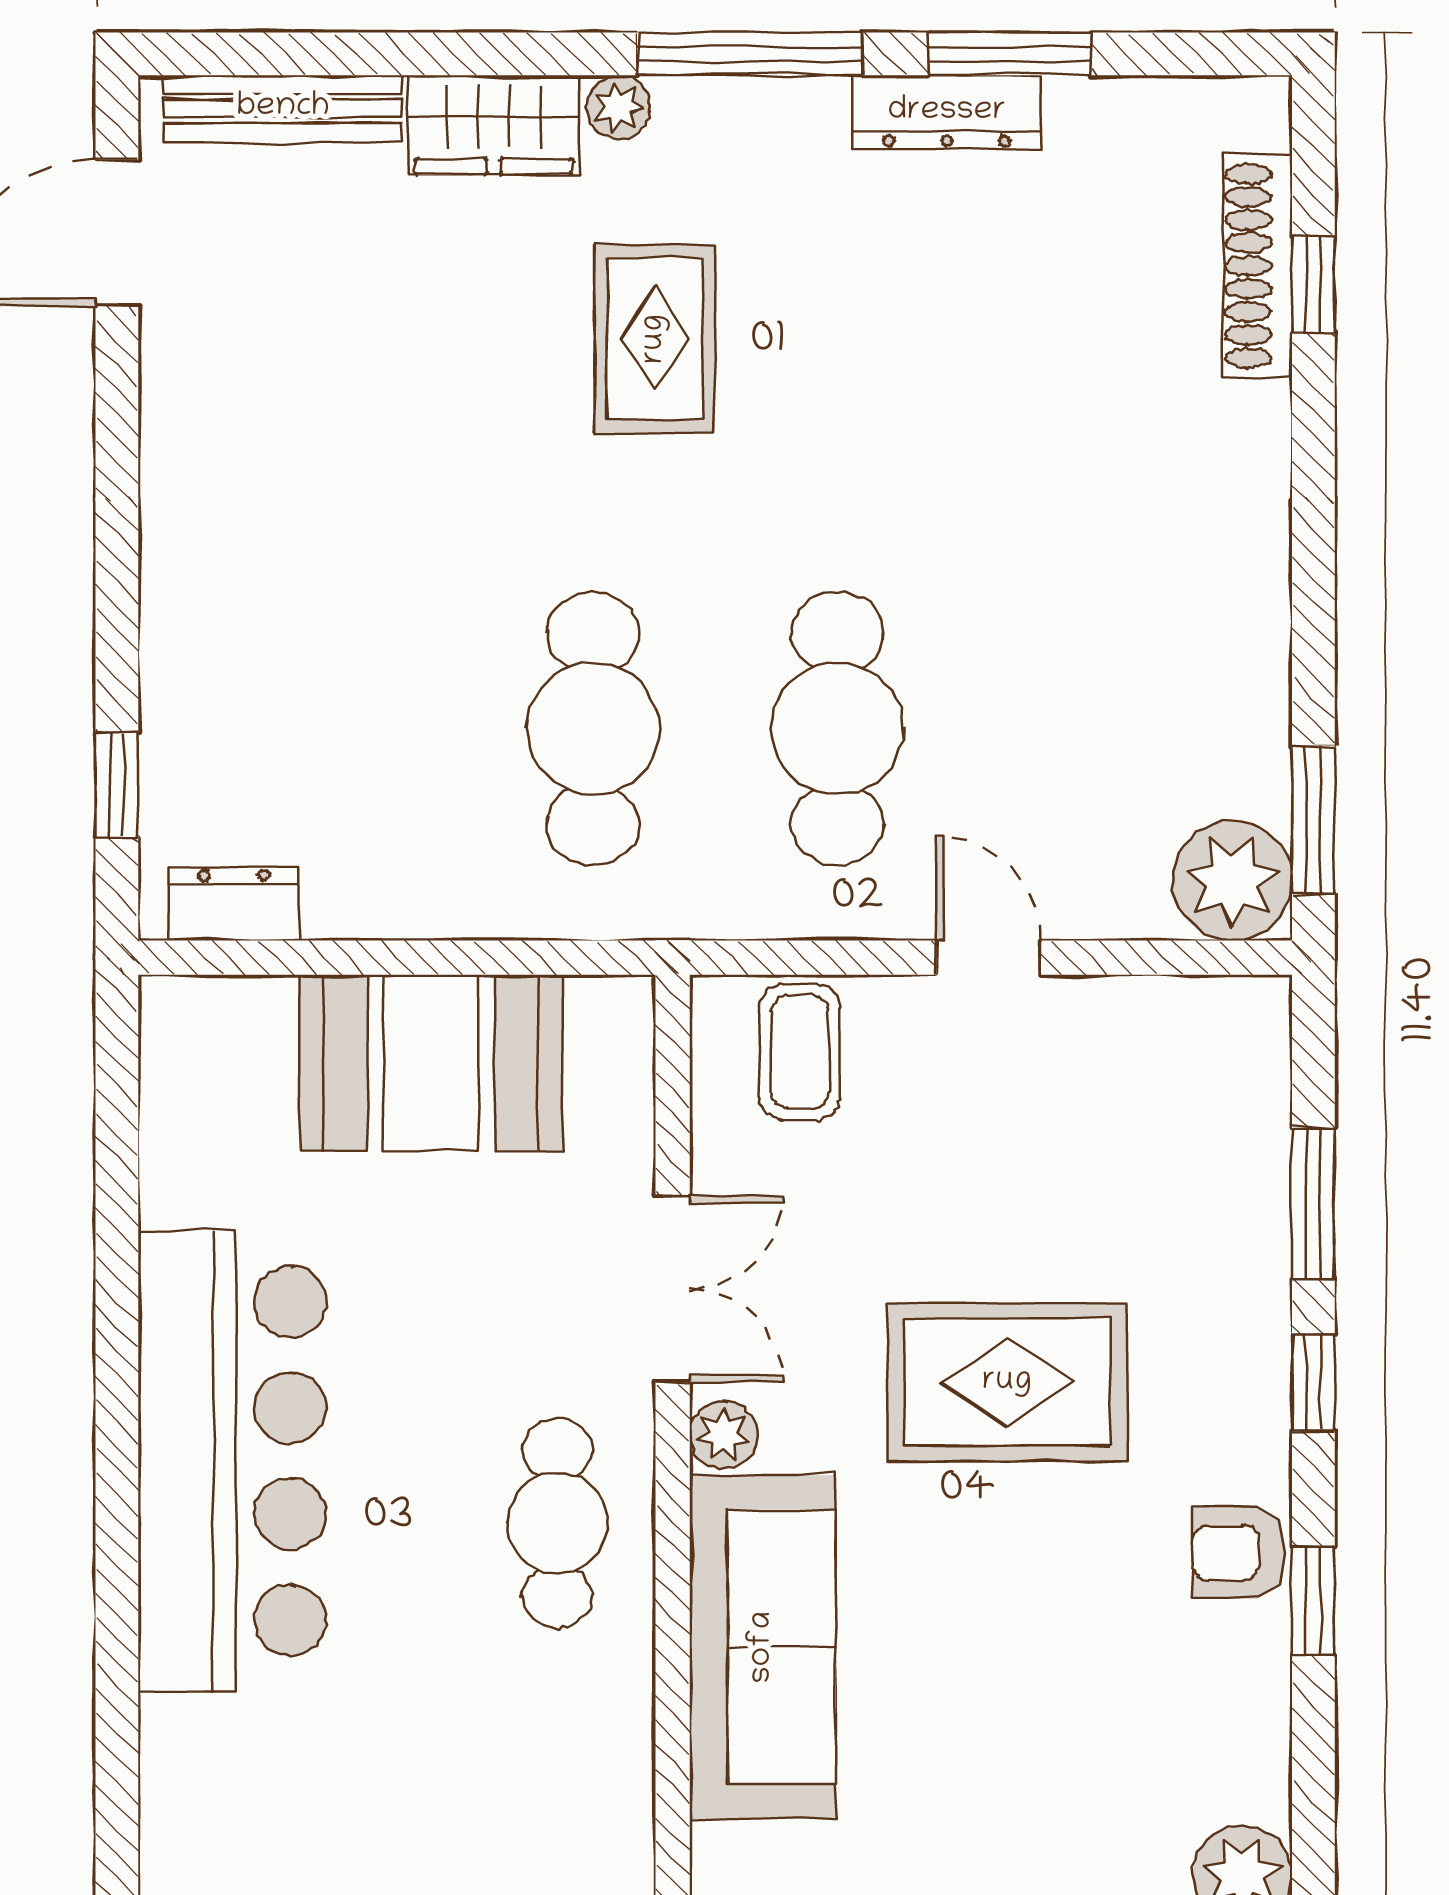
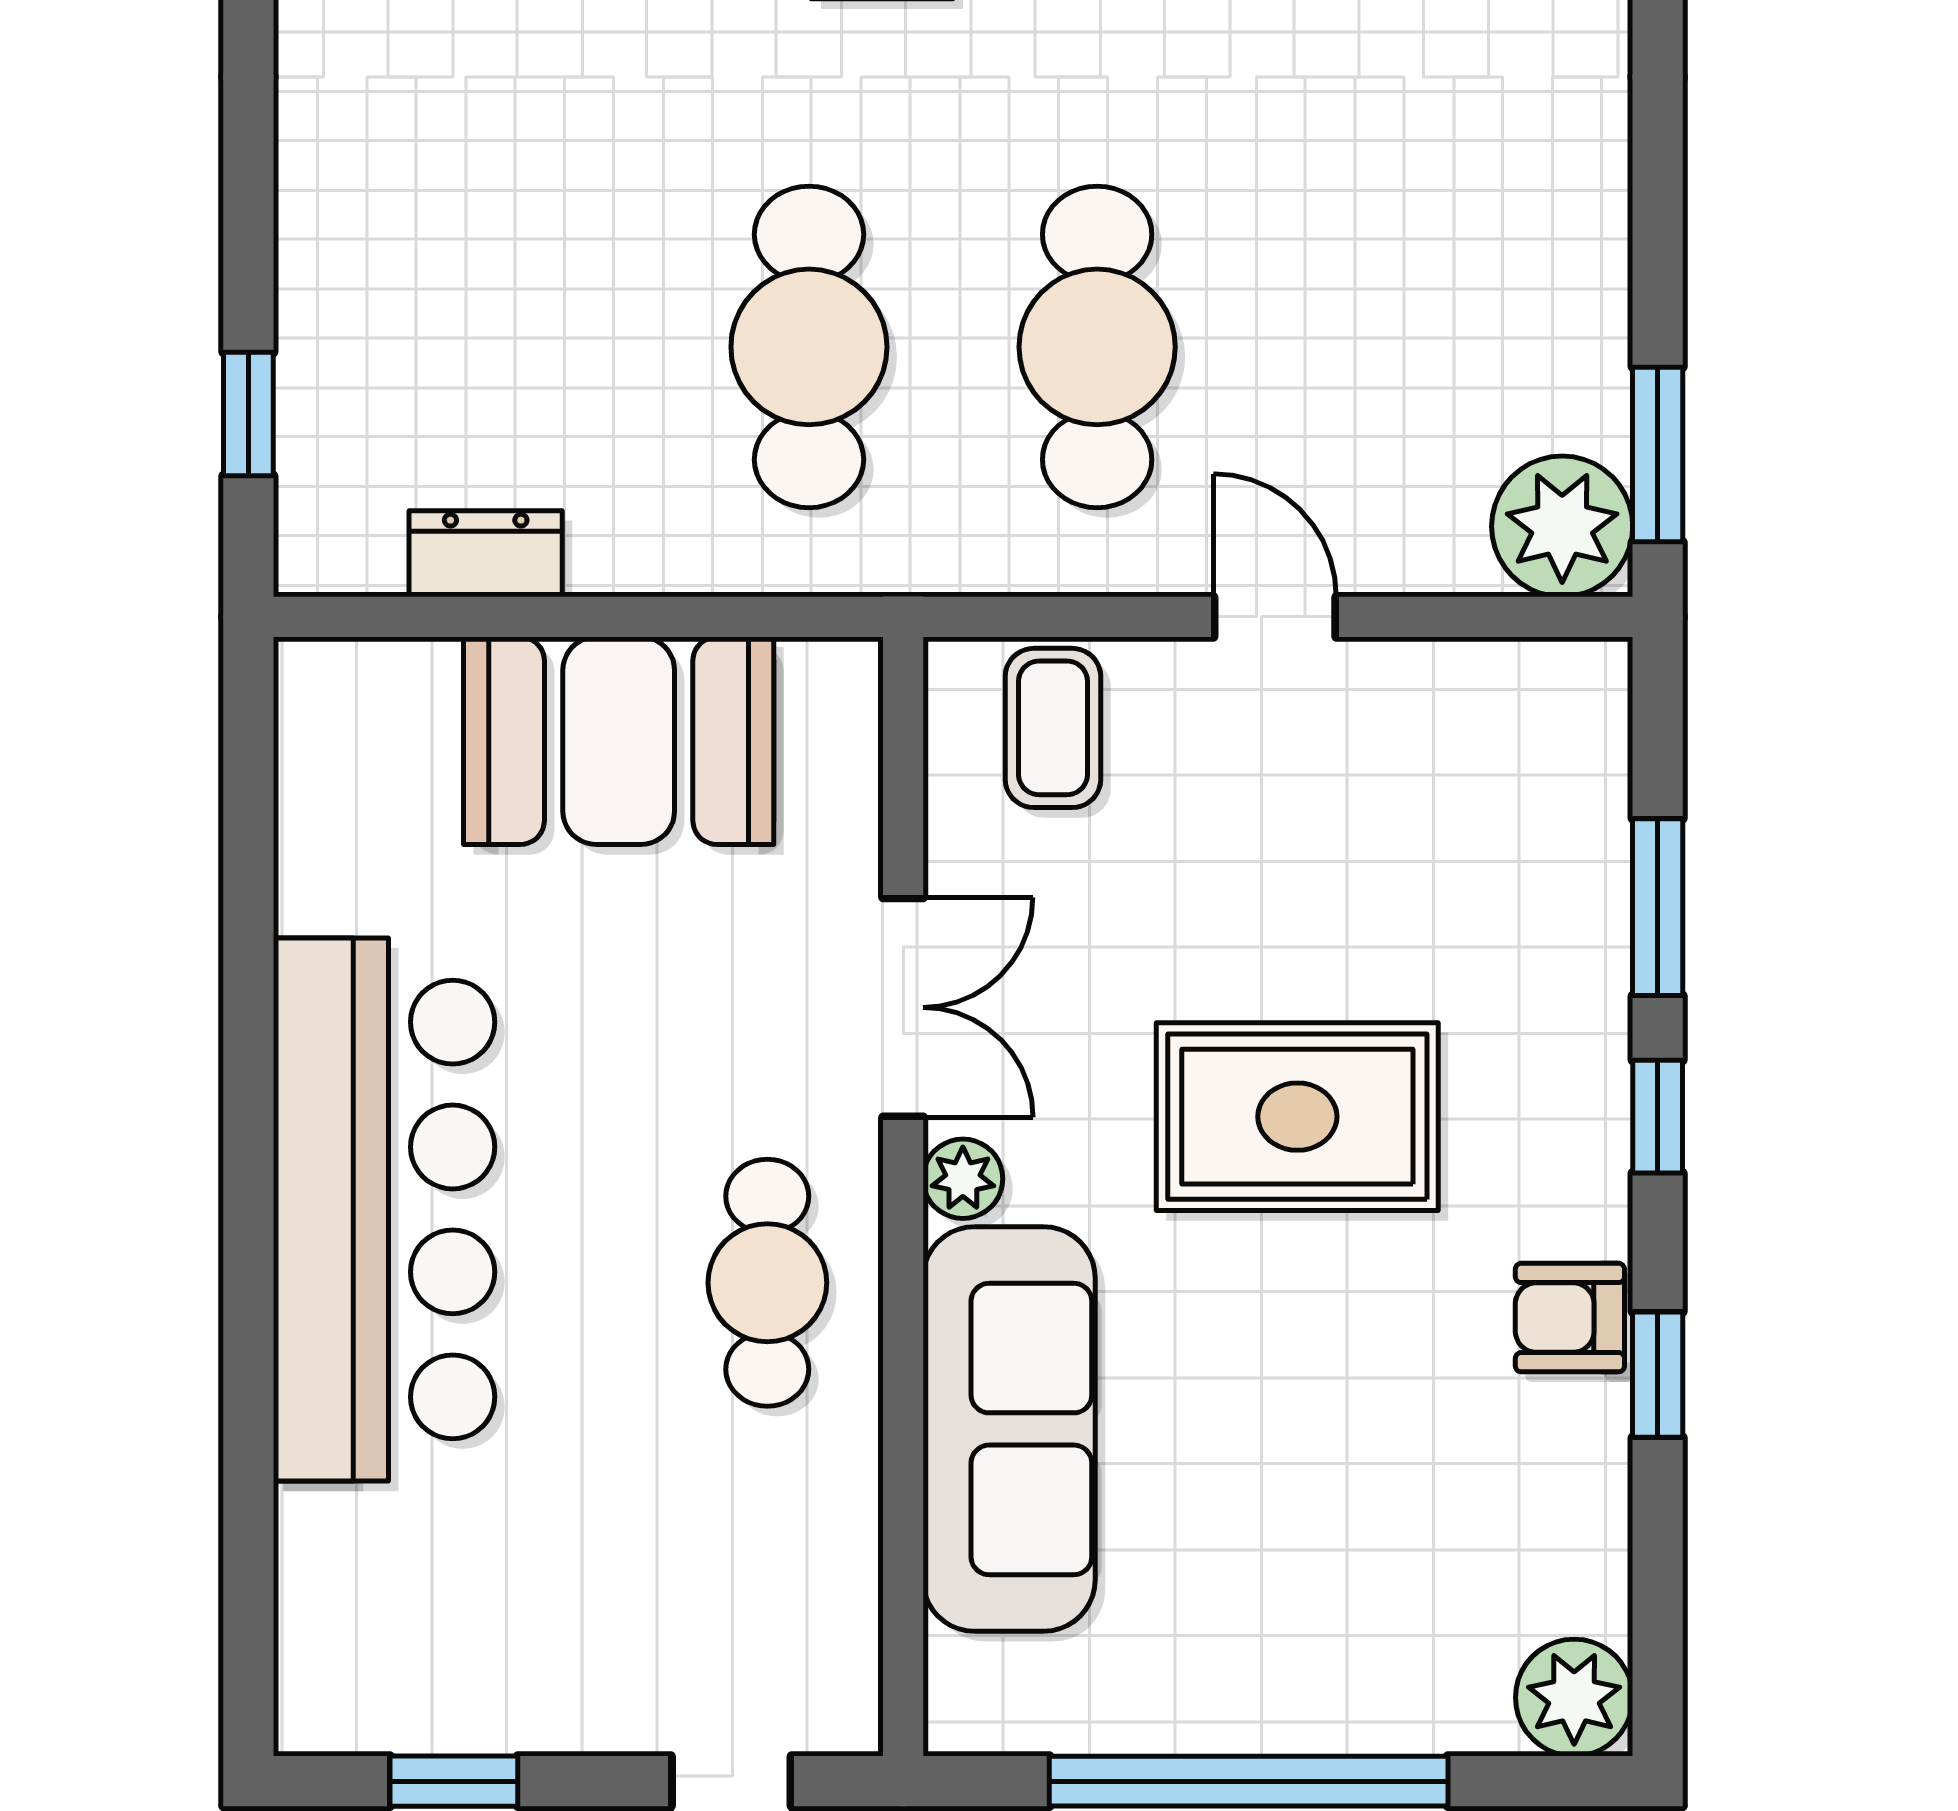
dresser: (234, 904) -> (486, 554), moved

